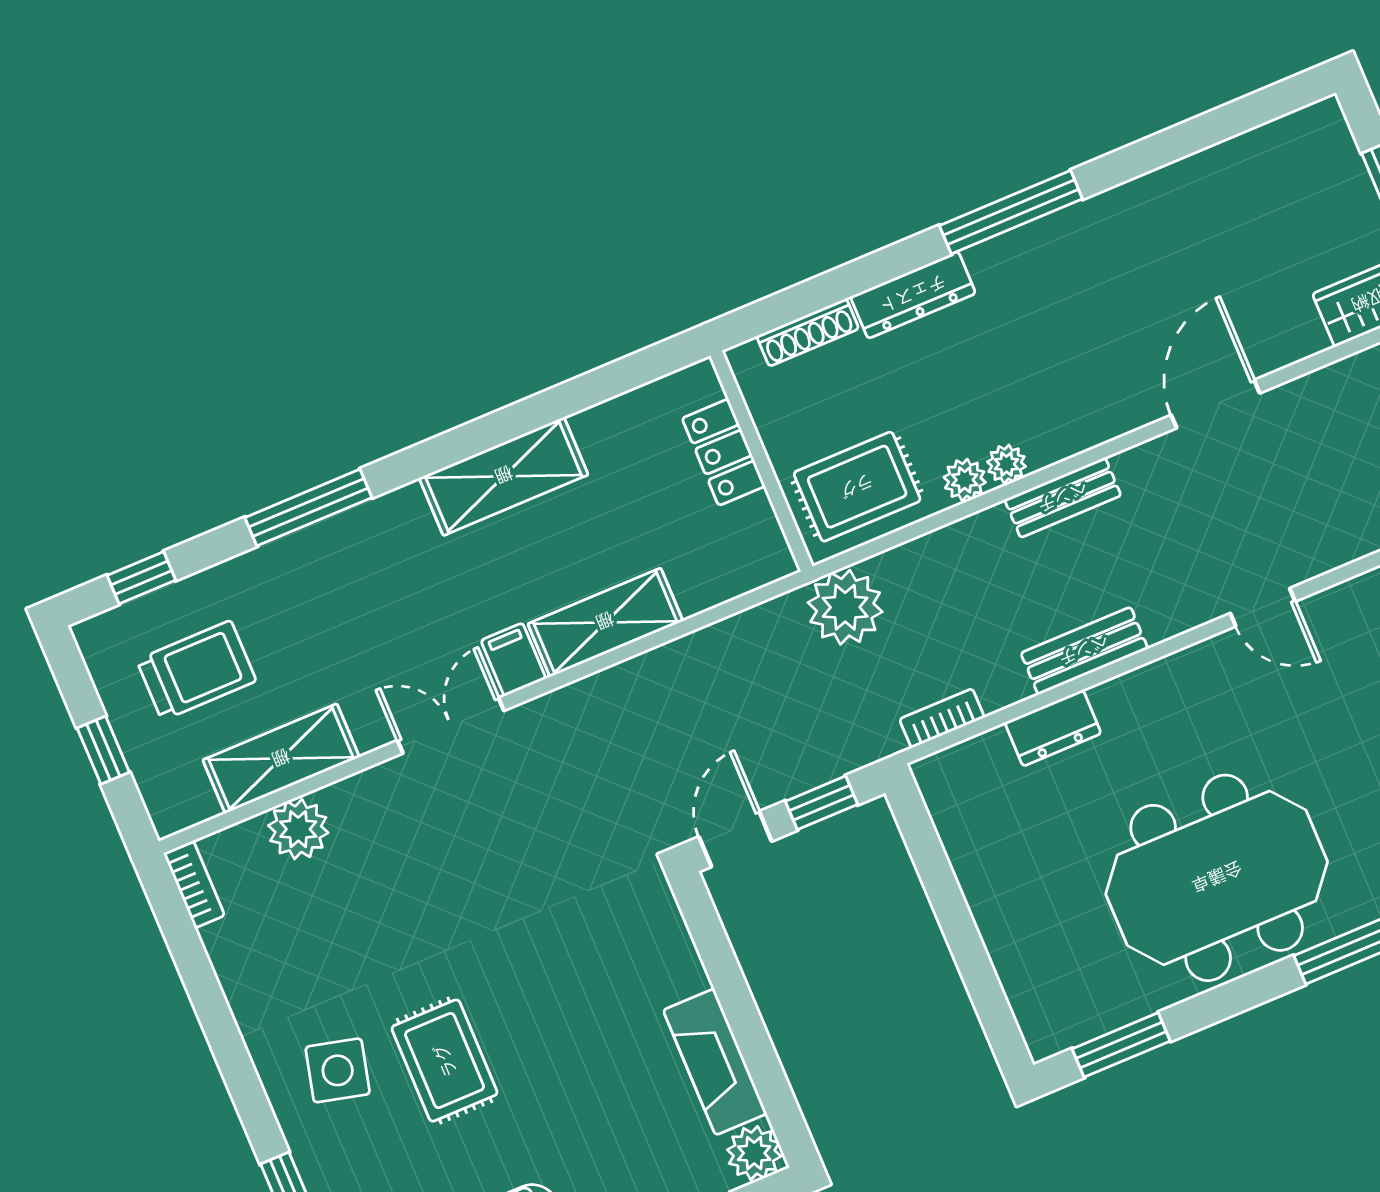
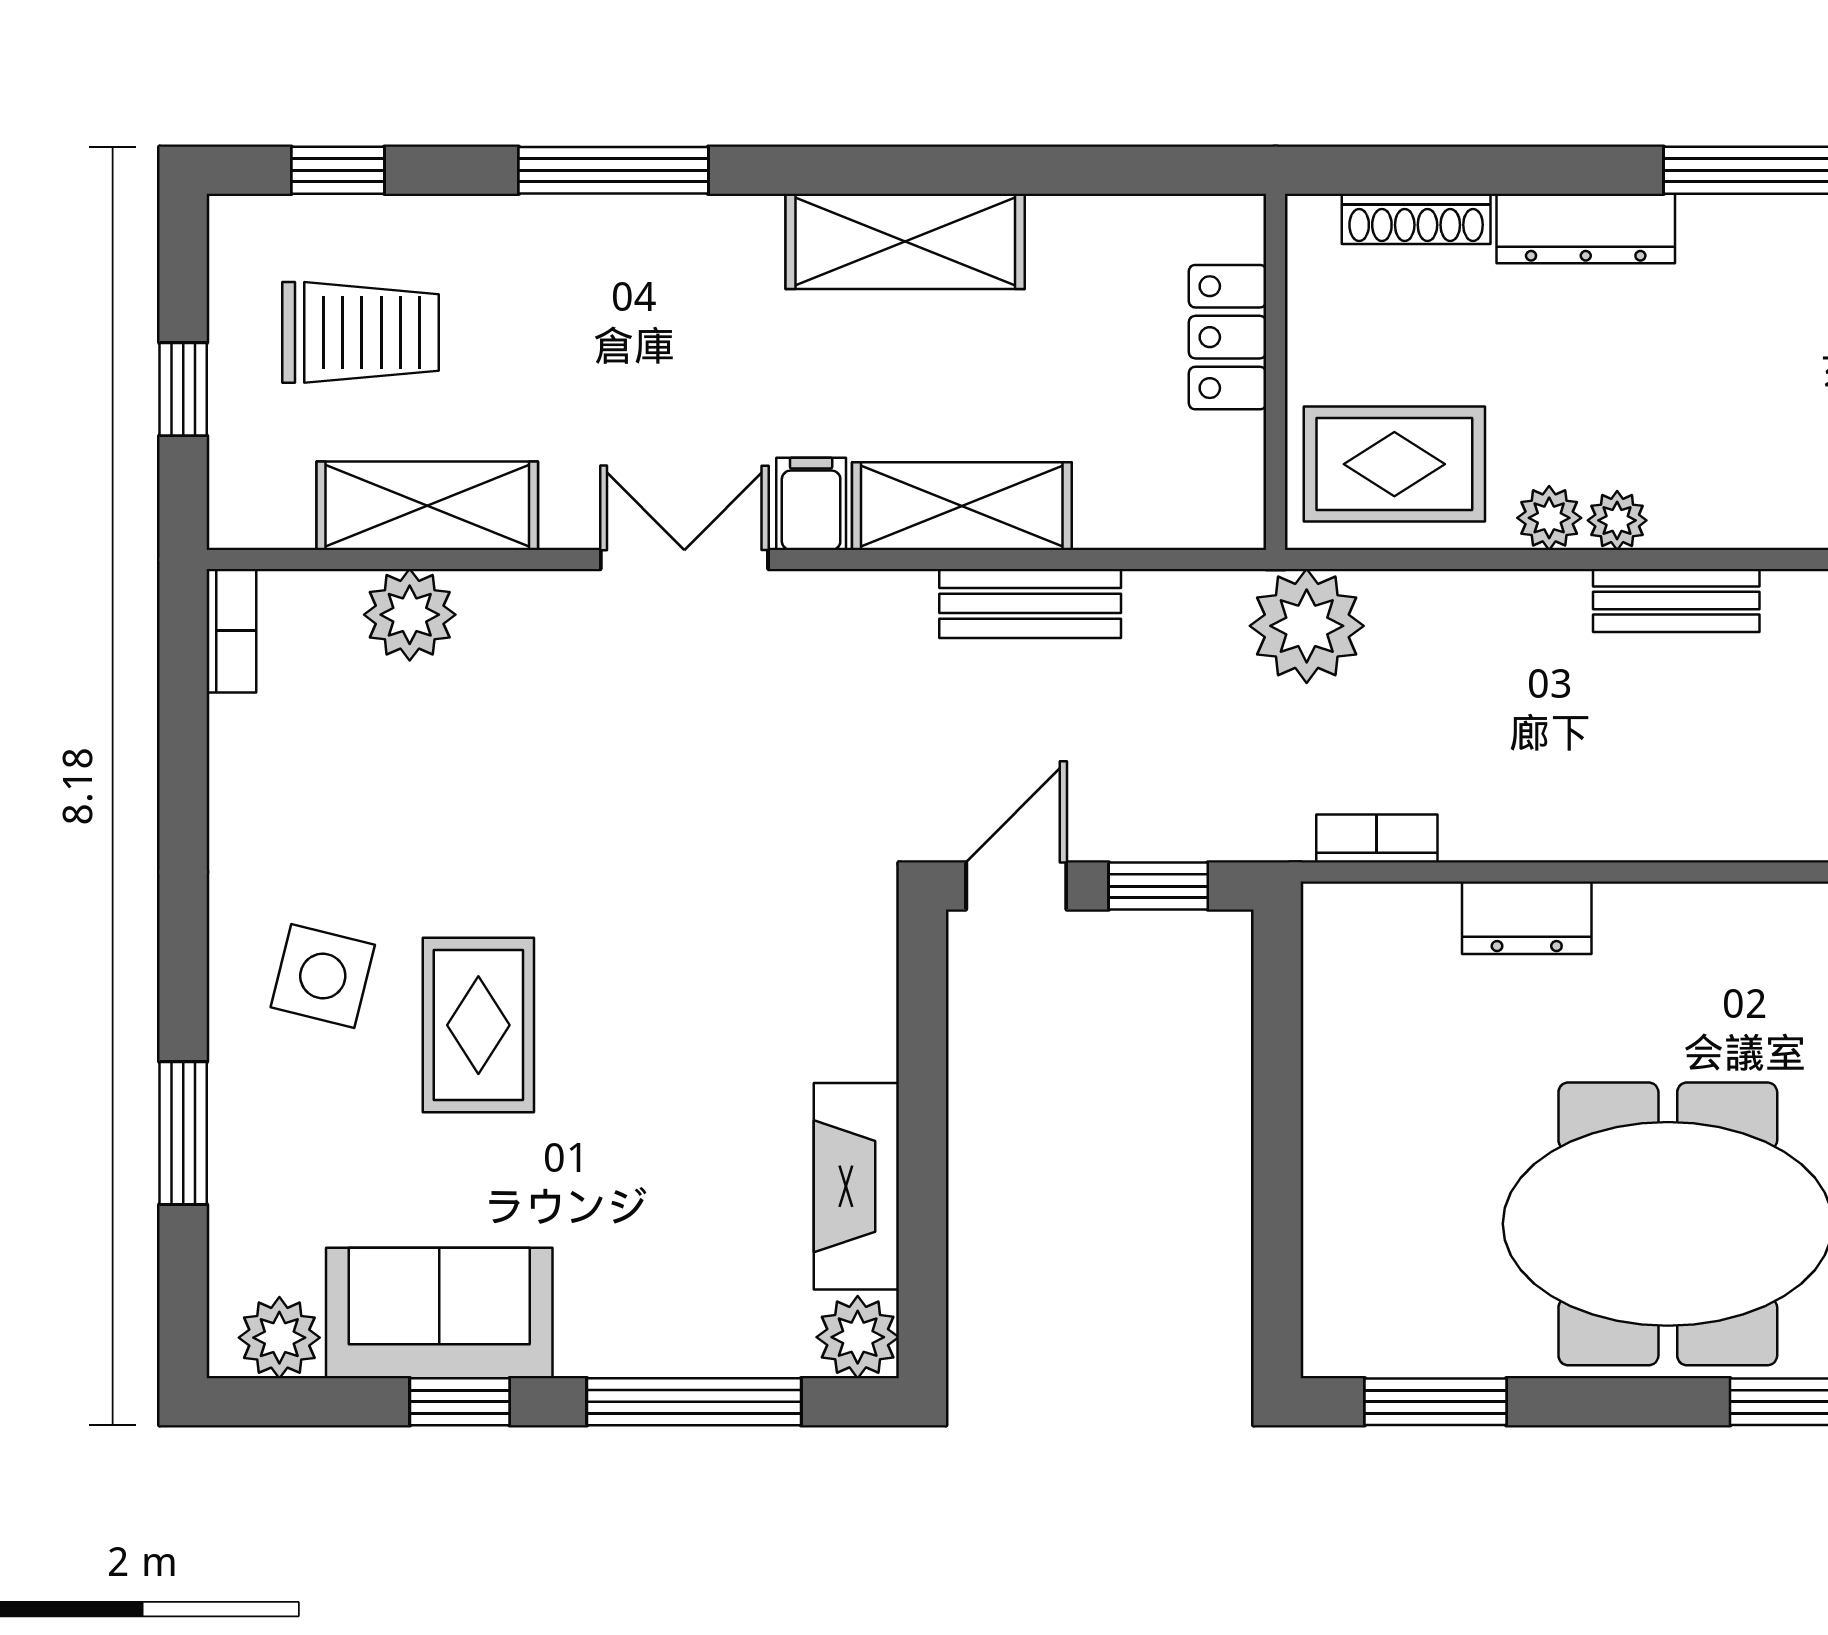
bench: (1084, 651) -> (1030, 603), moved

